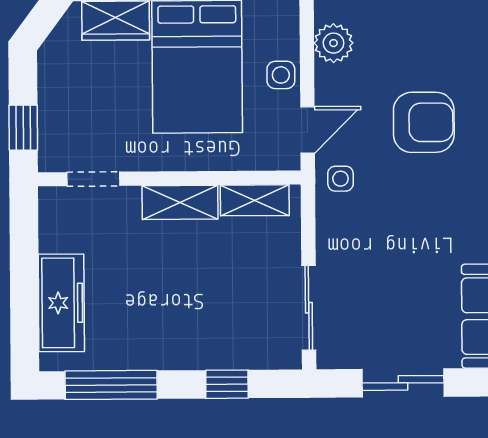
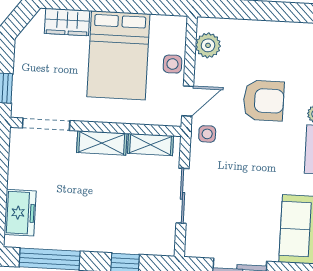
doorway: (93, 179) -> (46, 124), width x1.38
freezer: (61, 303) -> (20, 213), width x0.71
sliding door: (309, 308) -> (183, 196), moved

